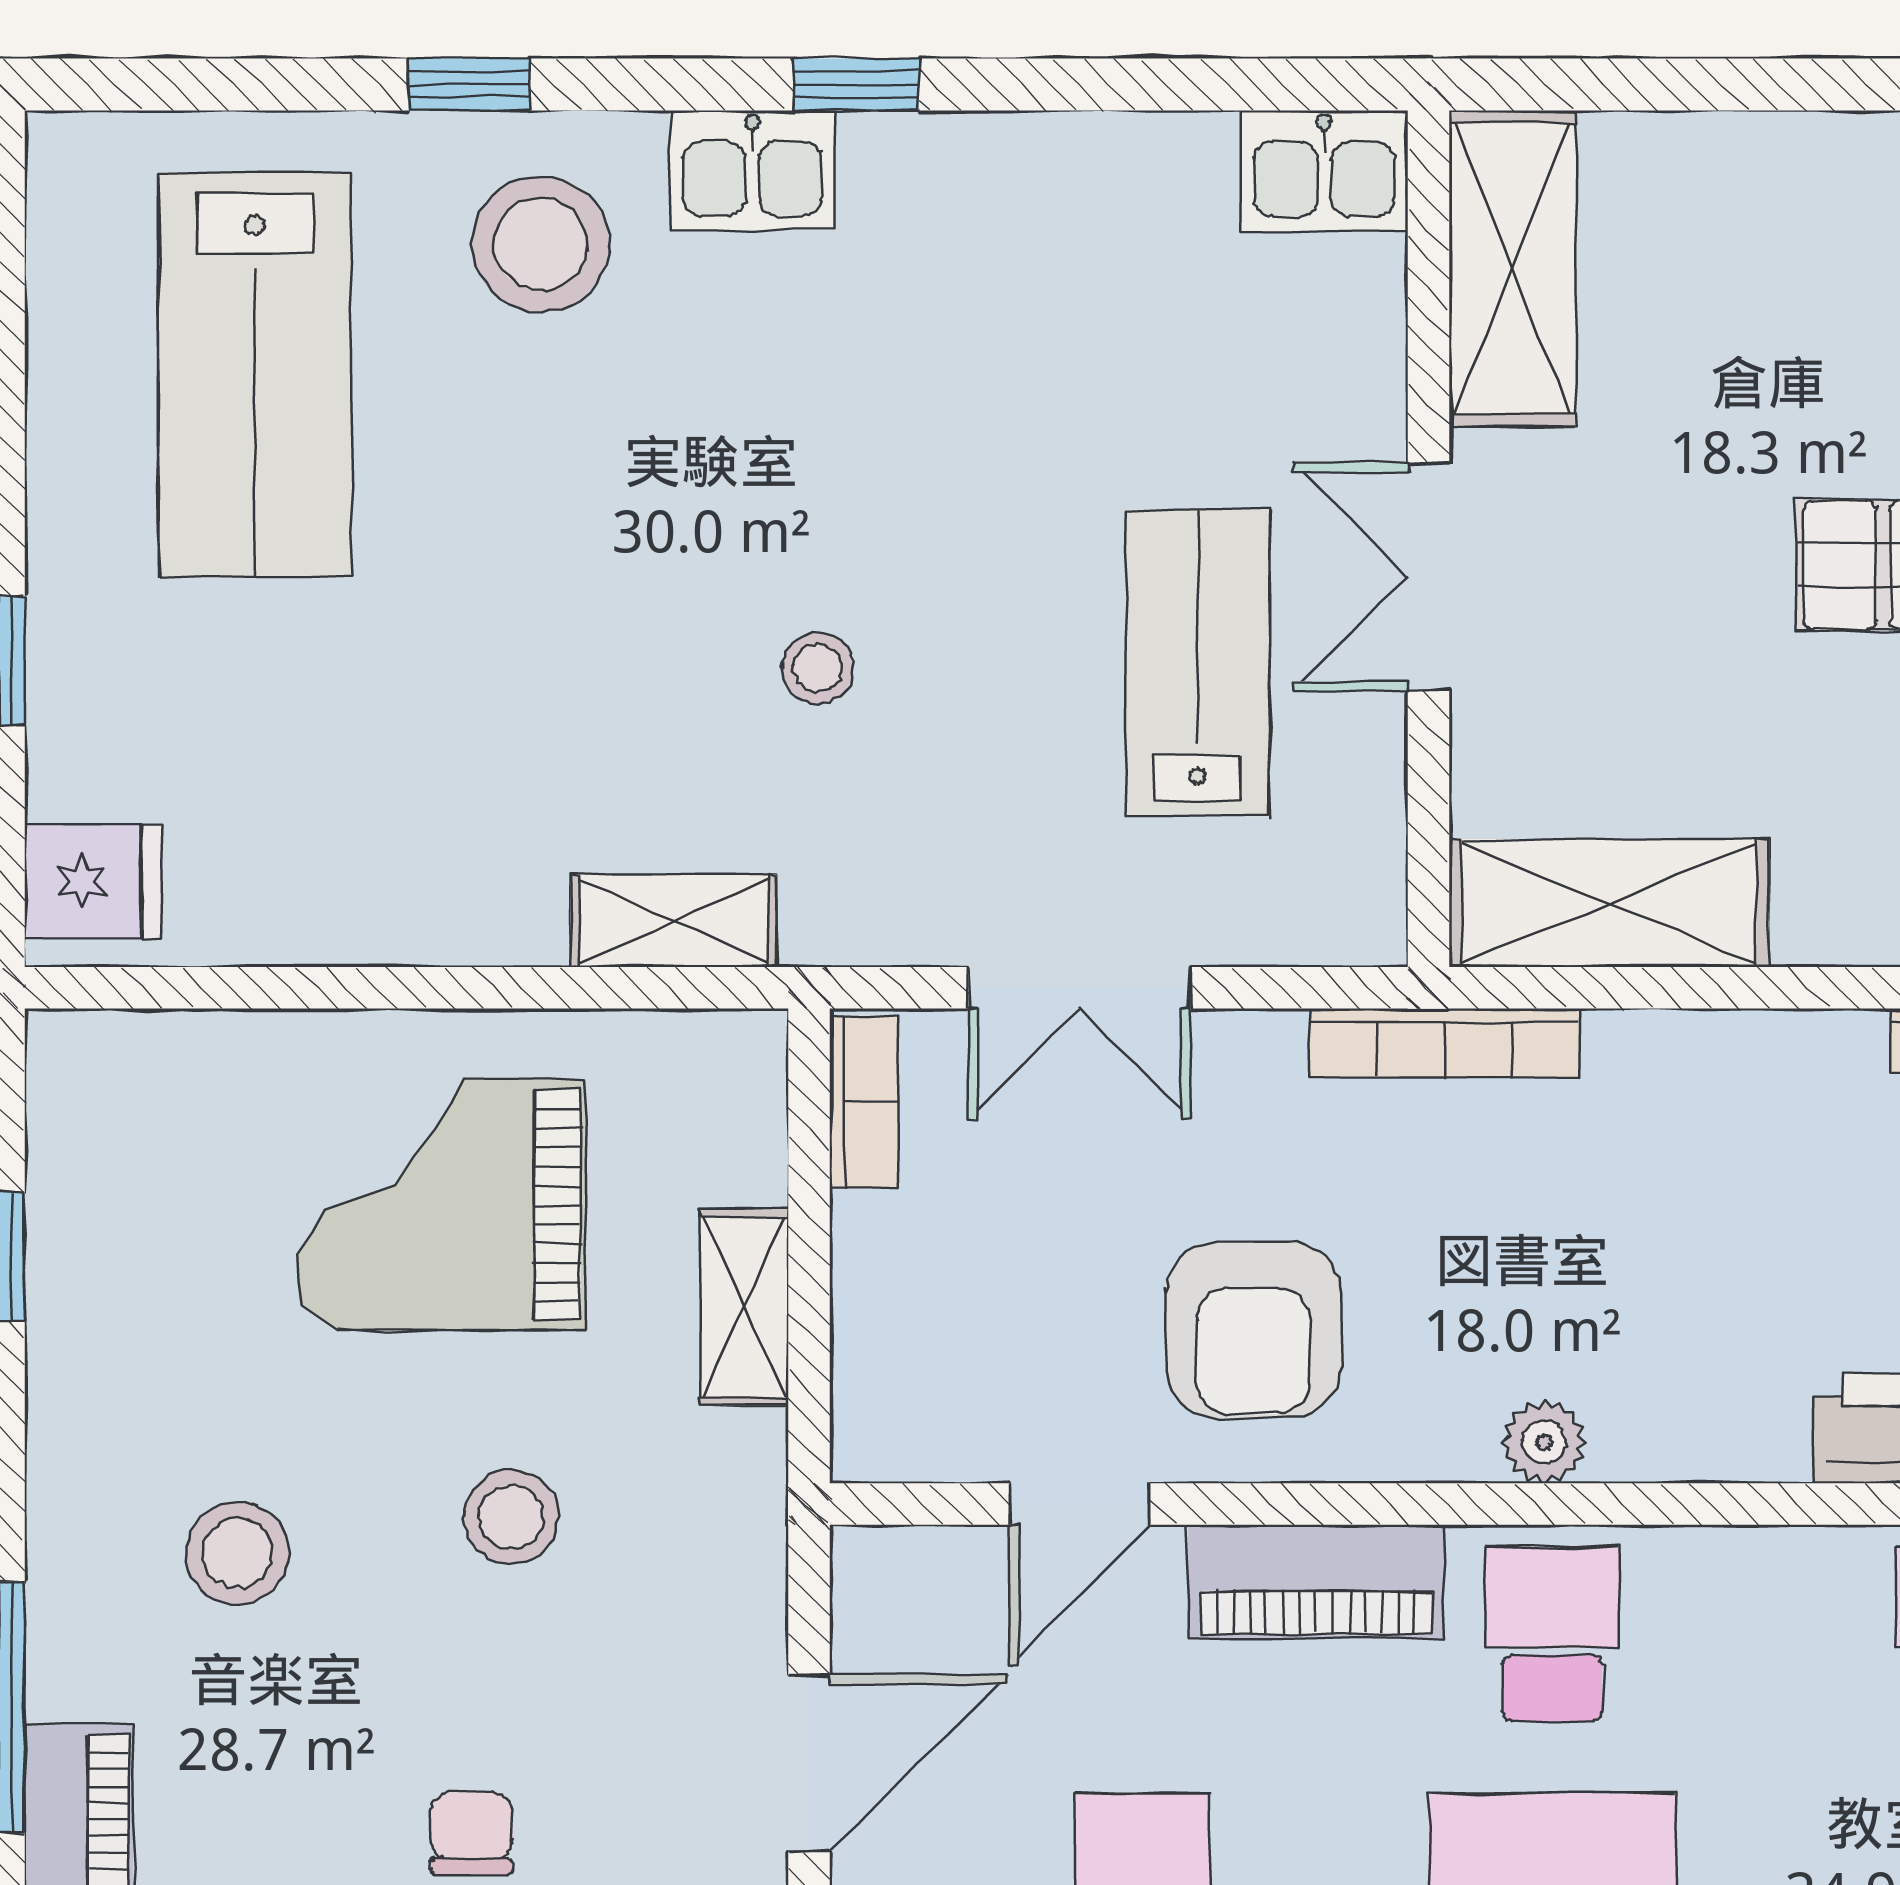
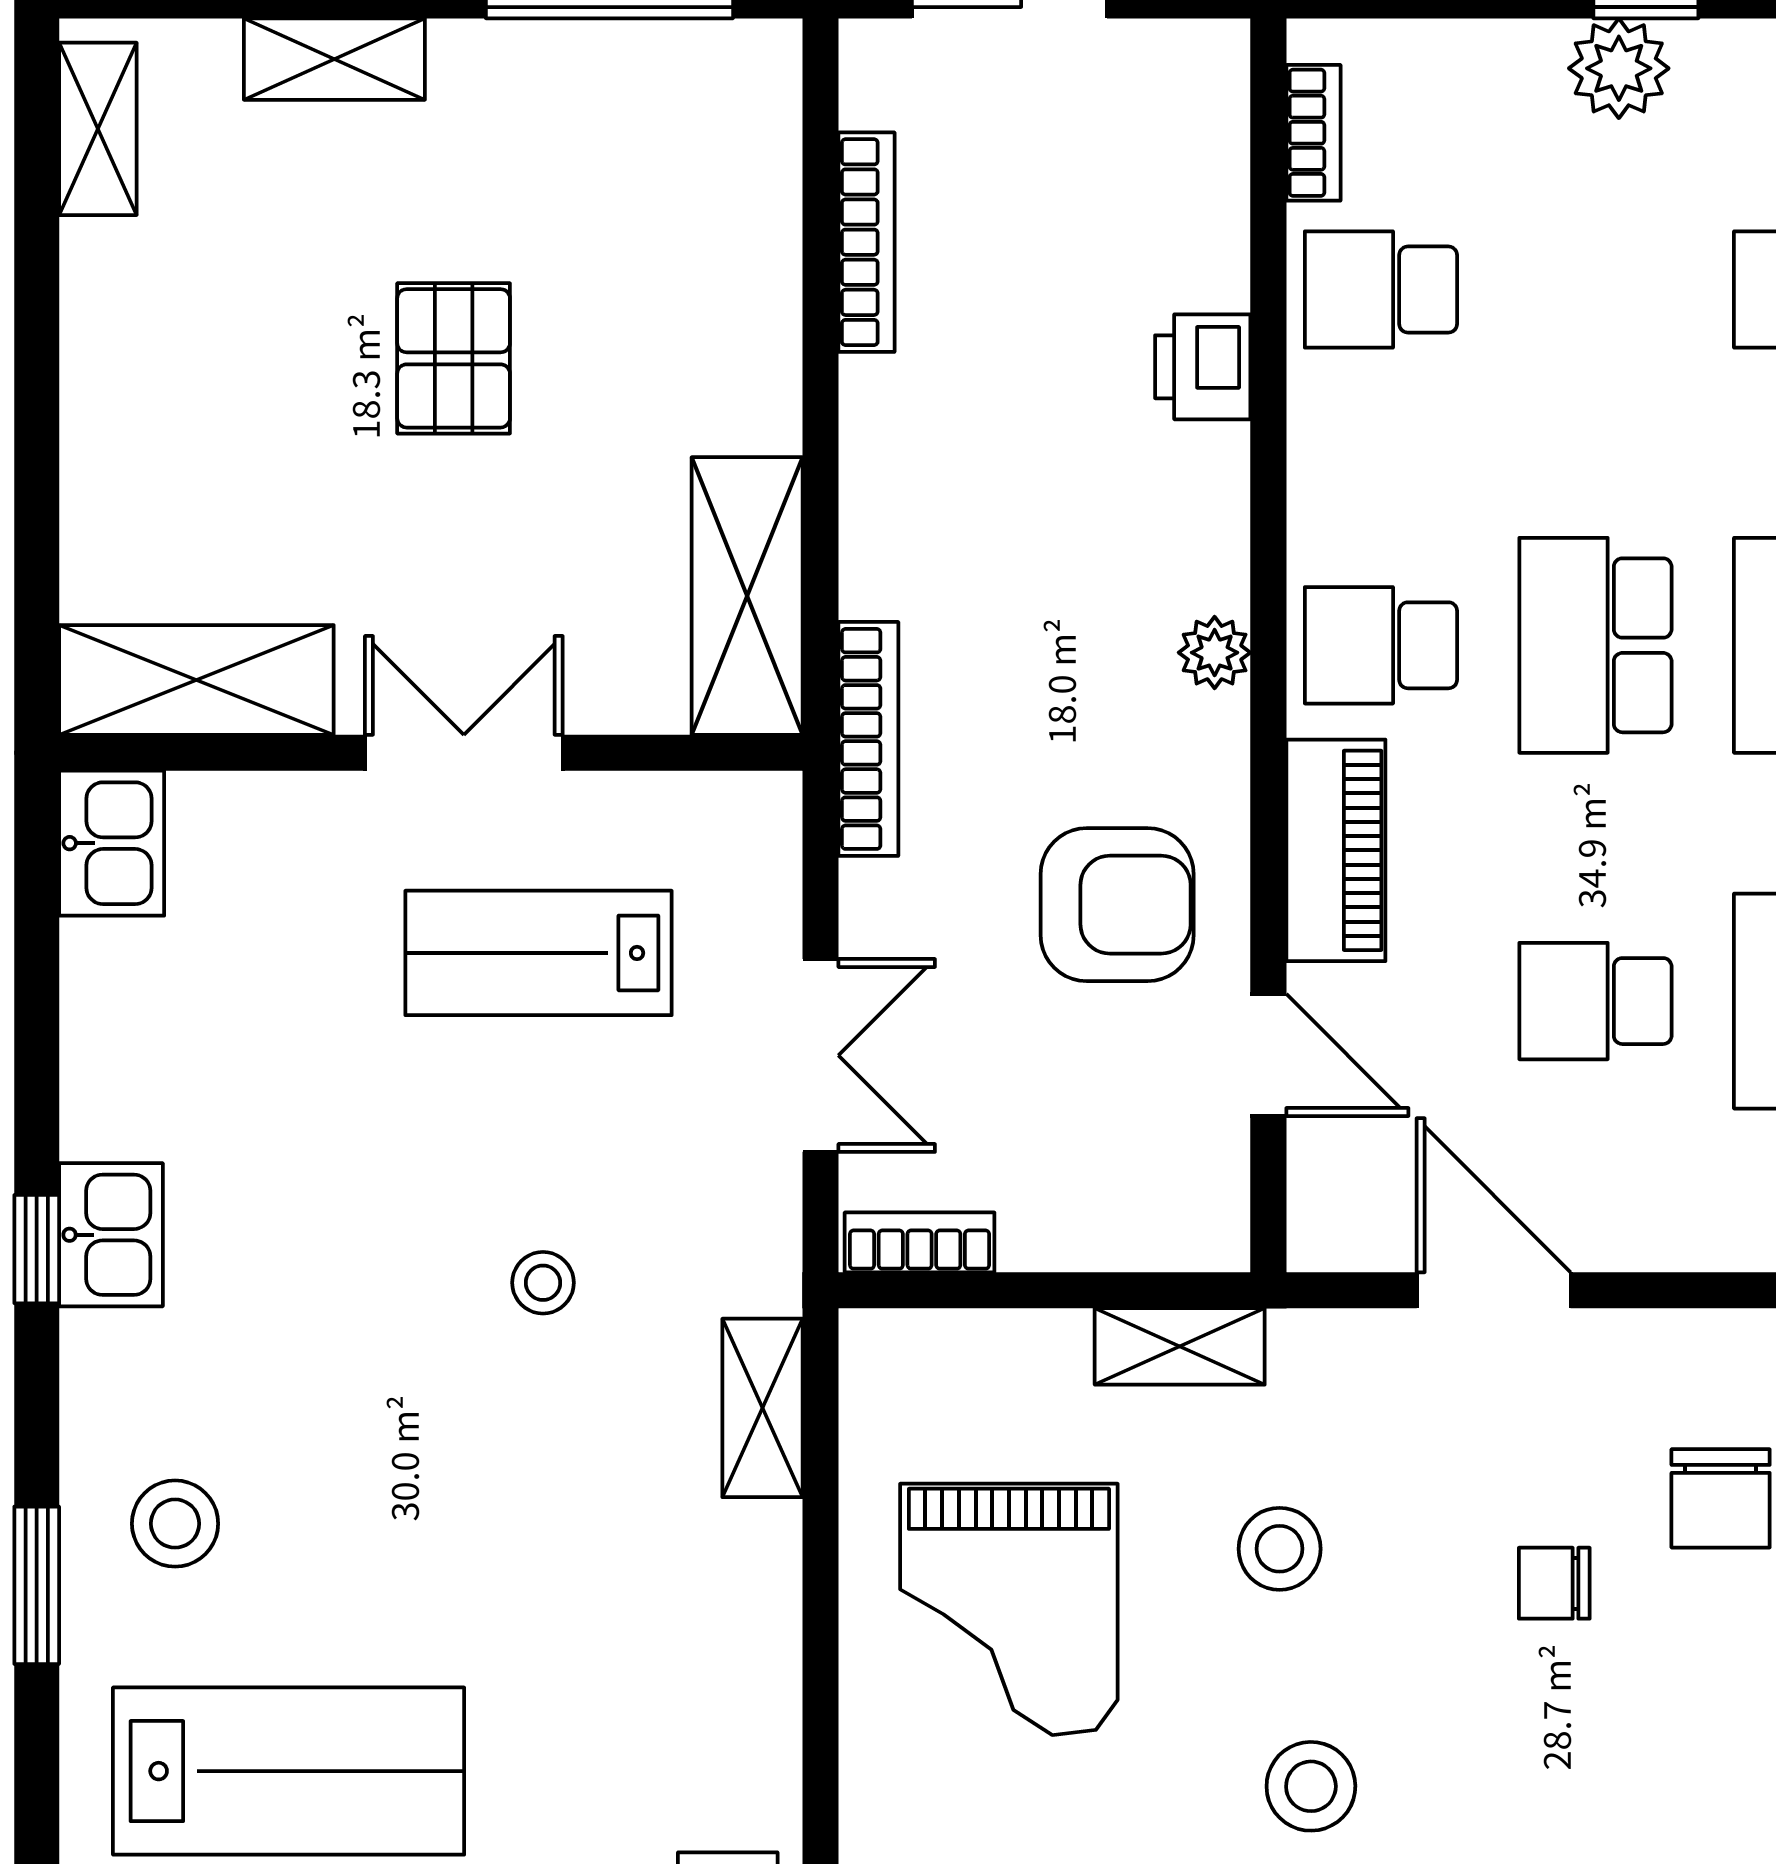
window: (469, 85) -> (37, 1585), width x1.50
kitchen sink: (752, 170) -> (111, 1235), moved
stool: (540, 244) -> (175, 1524), width x0.73, depth x0.73
double door: (1428, 577) -> (464, 753), swing flipped
shelving: (744, 1307) -> (1180, 1346), moved

